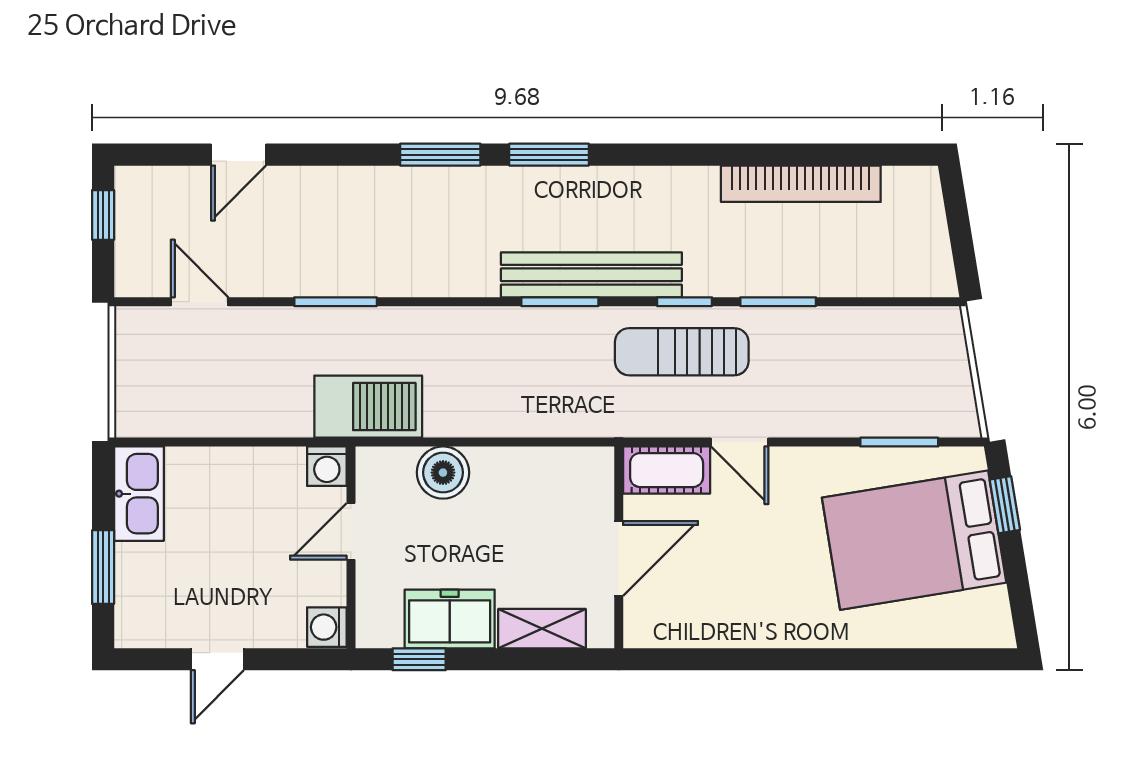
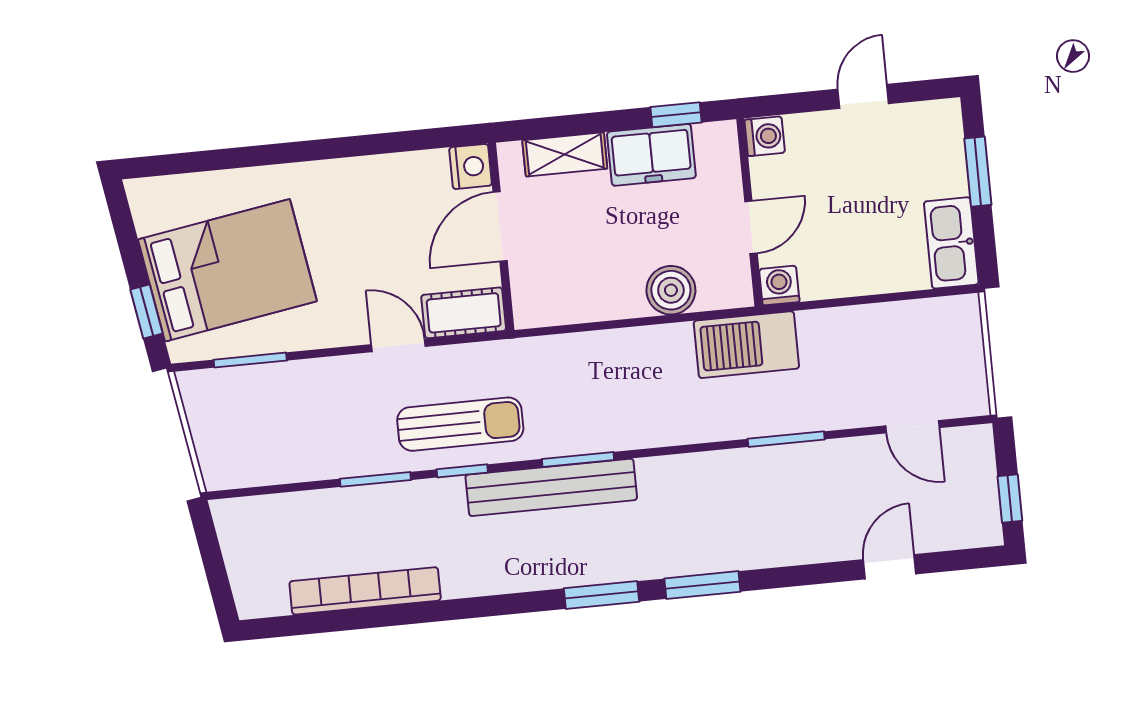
nightstand: (644, 626) -> (470, 166), added

